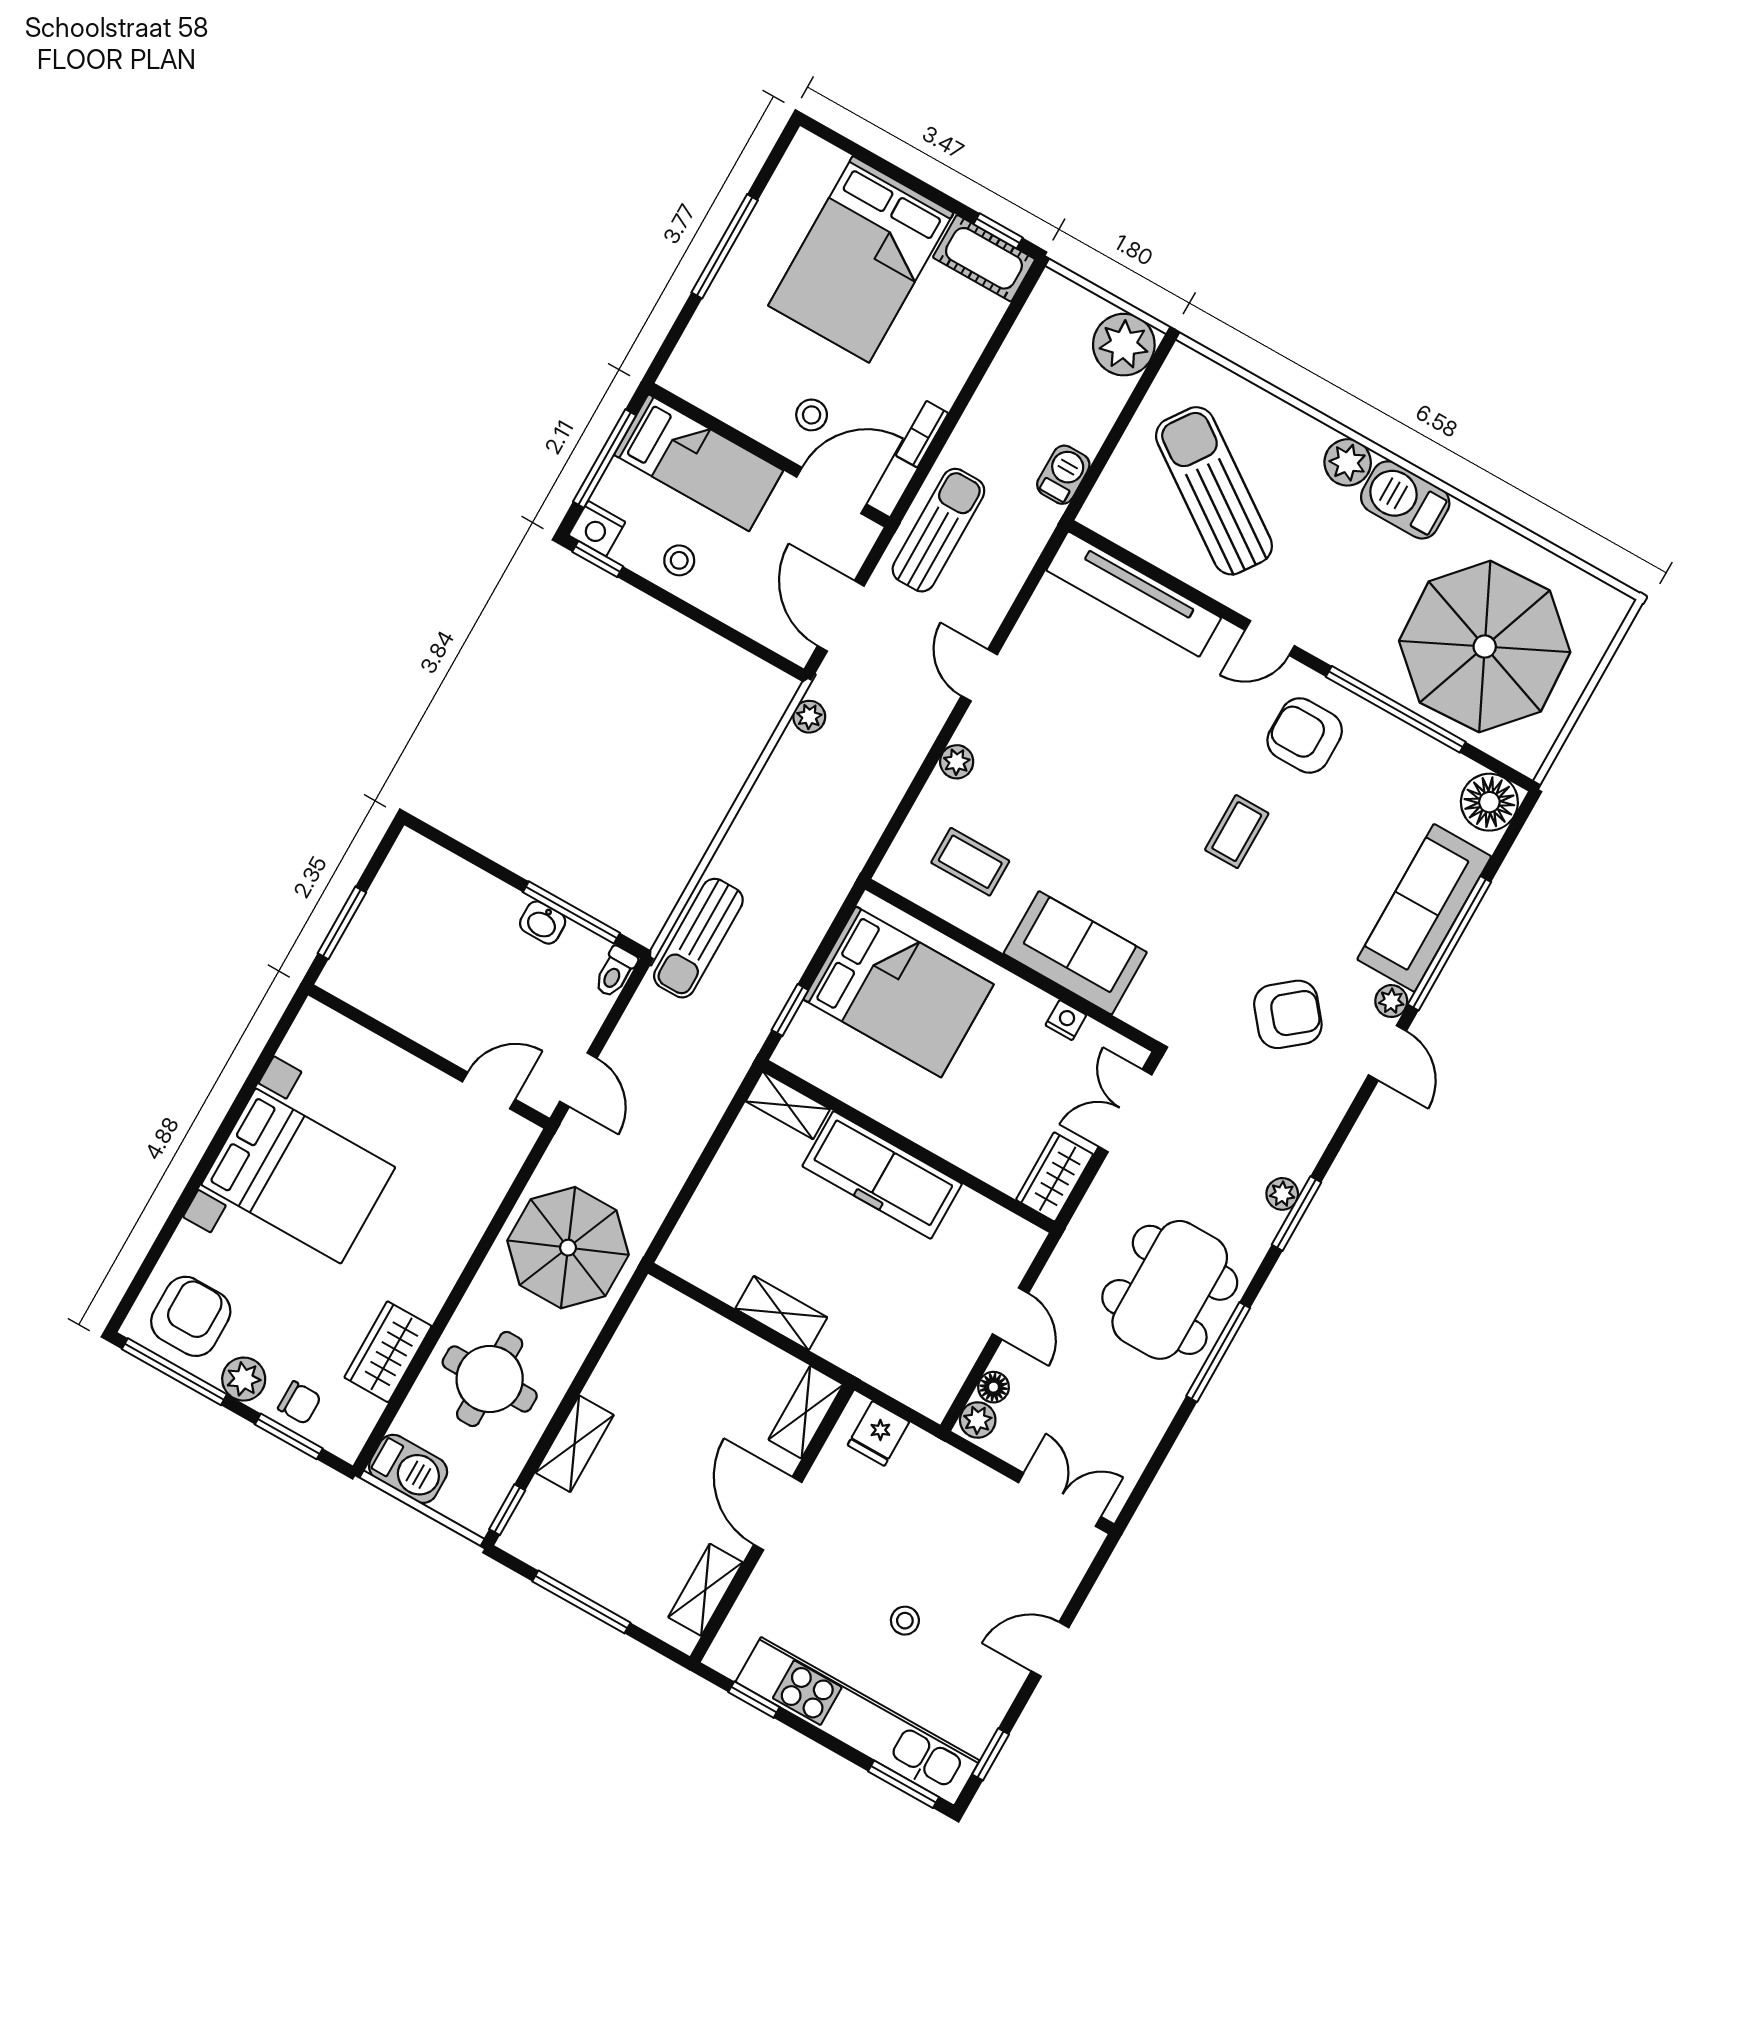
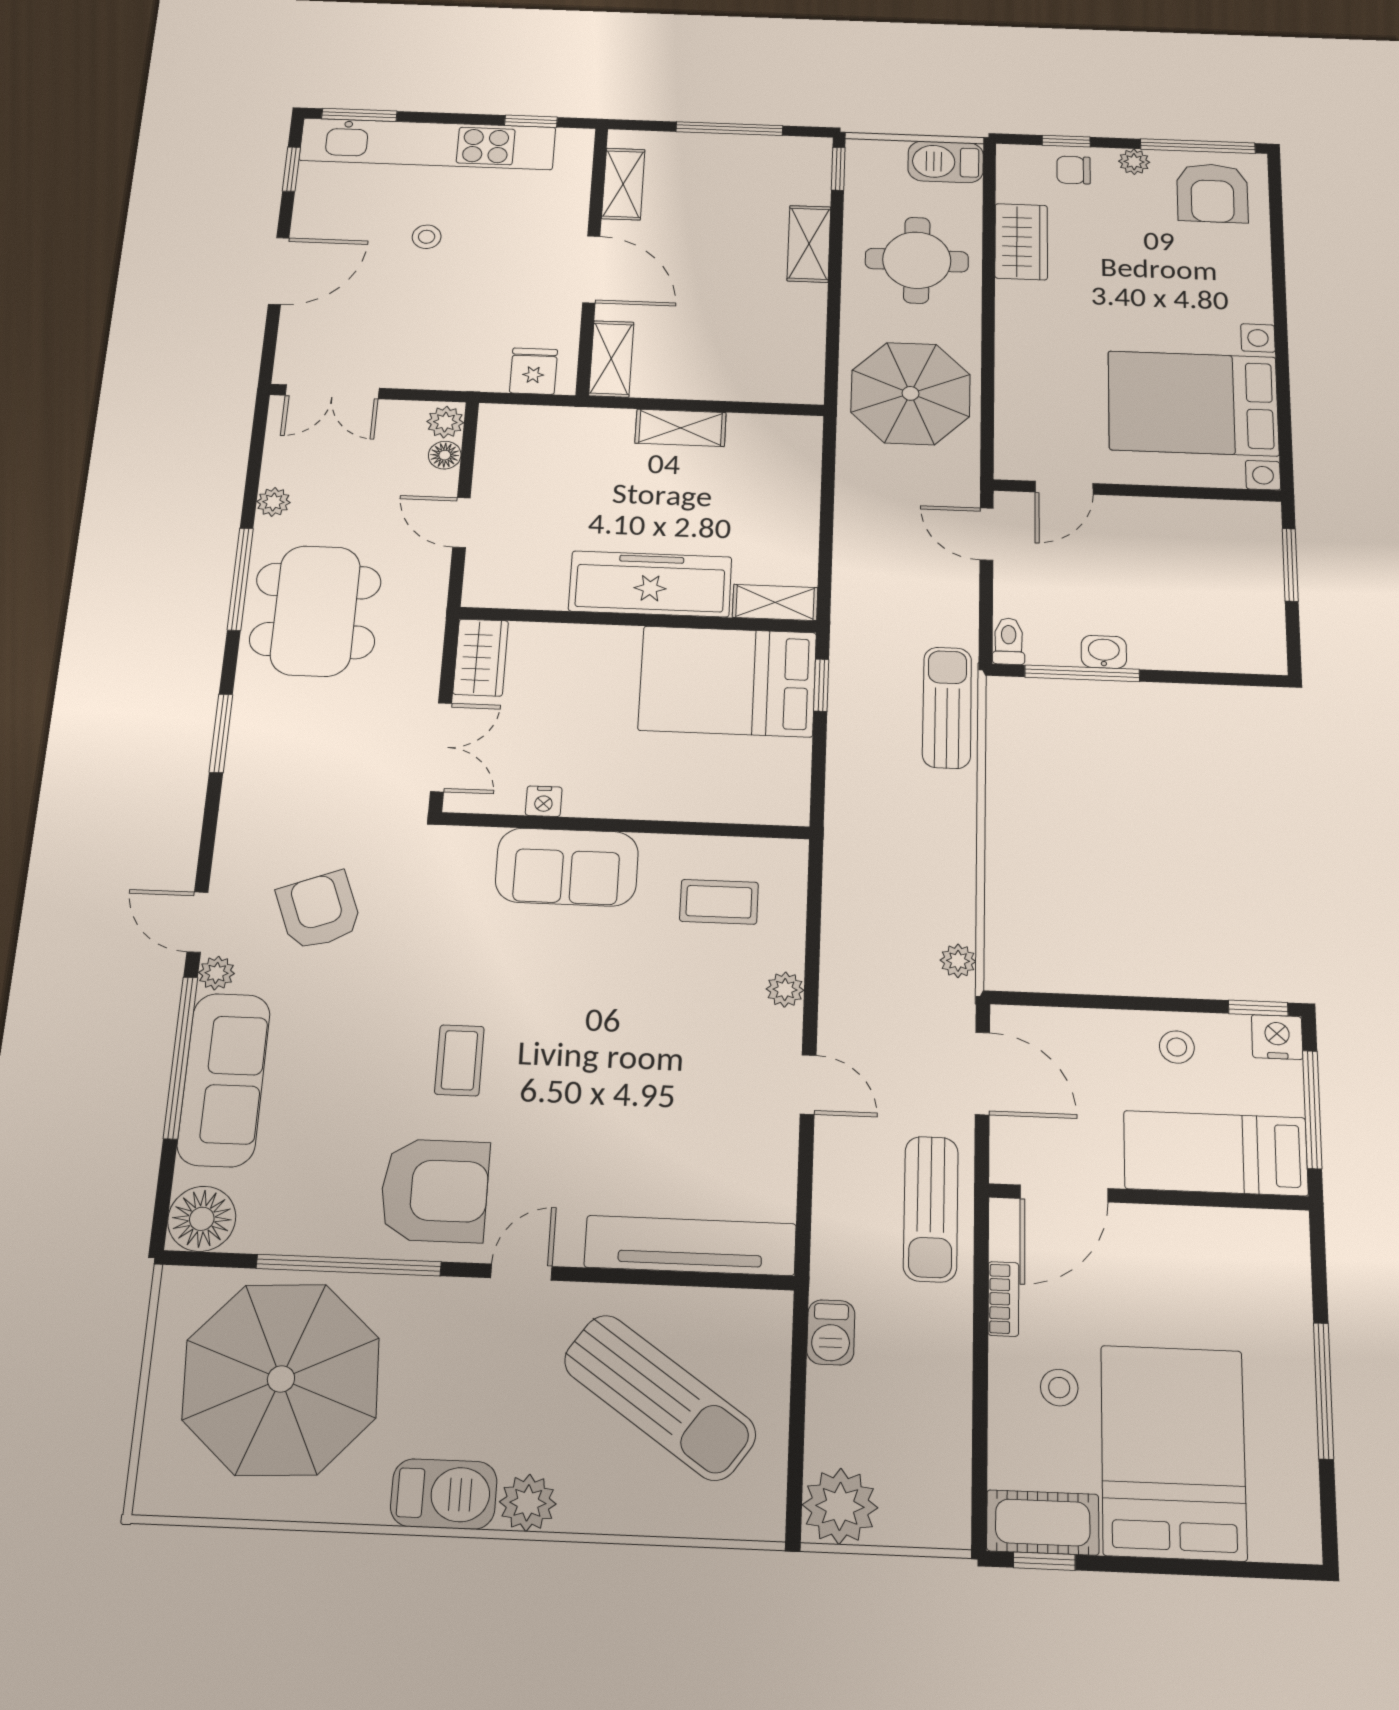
stool: (812, 415) -> (1059, 1388), moved
armchair: (1305, 735) -> (435, 1190), width x1.36, depth x1.36
bed: (899, 992) -> (728, 681), moved
armchair: (1288, 1014) -> (319, 911), turned 108
bed with nightstands: (298, 1176) -> (1193, 403), moved
plant: (1282, 1194) -> (273, 502), moved
plant: (244, 1379) -> (1134, 162), width x0.73, depth x0.73
window: (289, 1436) -> (1066, 141), width x0.67
door: (1050, 1649) -> (279, 271), width x1.38

